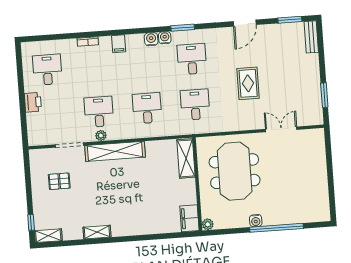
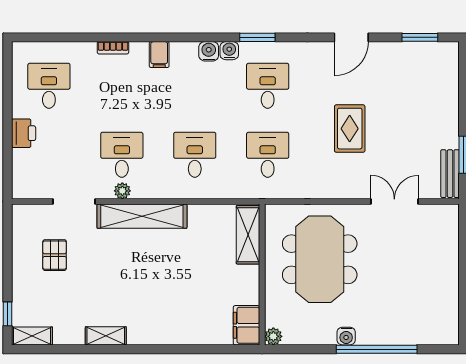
bench: (311, 37) -> (450, 174), moved
pallet: (59, 181) -> (55, 255), turned 90

